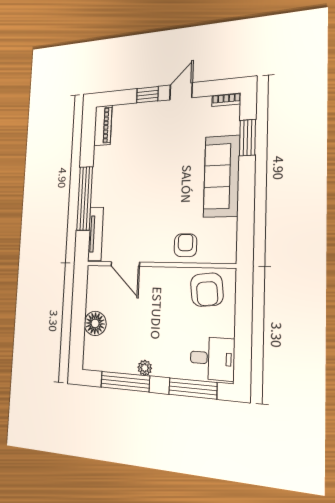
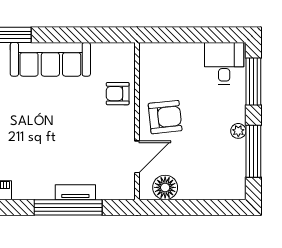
tv unit: (96, 234) -> (75, 192), moved, width x0.71
armchair: (207, 290) -> (165, 117), moved
floor lamp: (95, 323) -> (165, 187), moved

